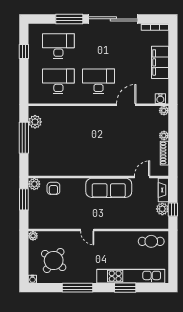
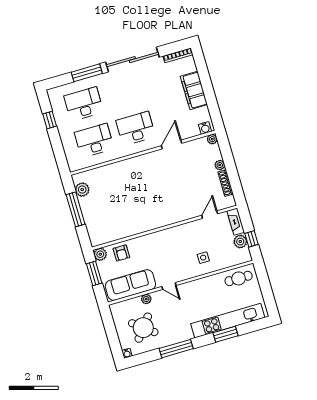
sofa: (109, 188) -> (130, 285), moved, turned 180
side table: (125, 214) -> (203, 258), added
plant: (33, 236) -> (146, 299), moved

